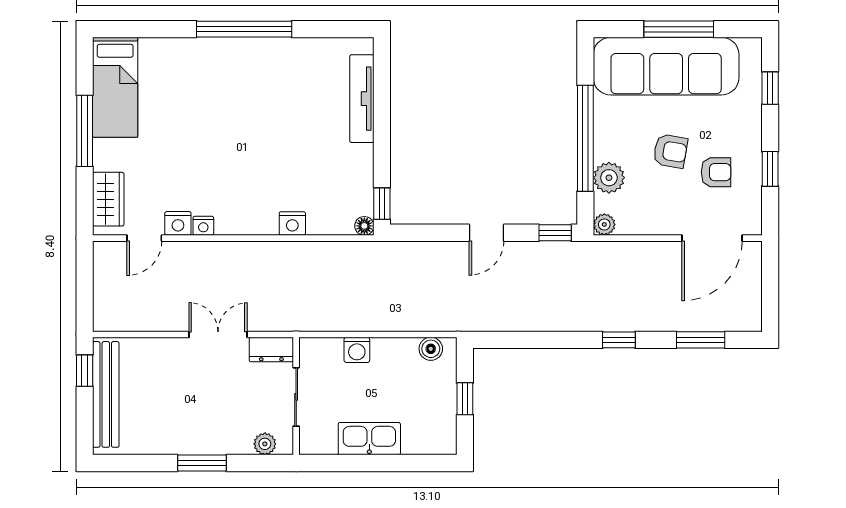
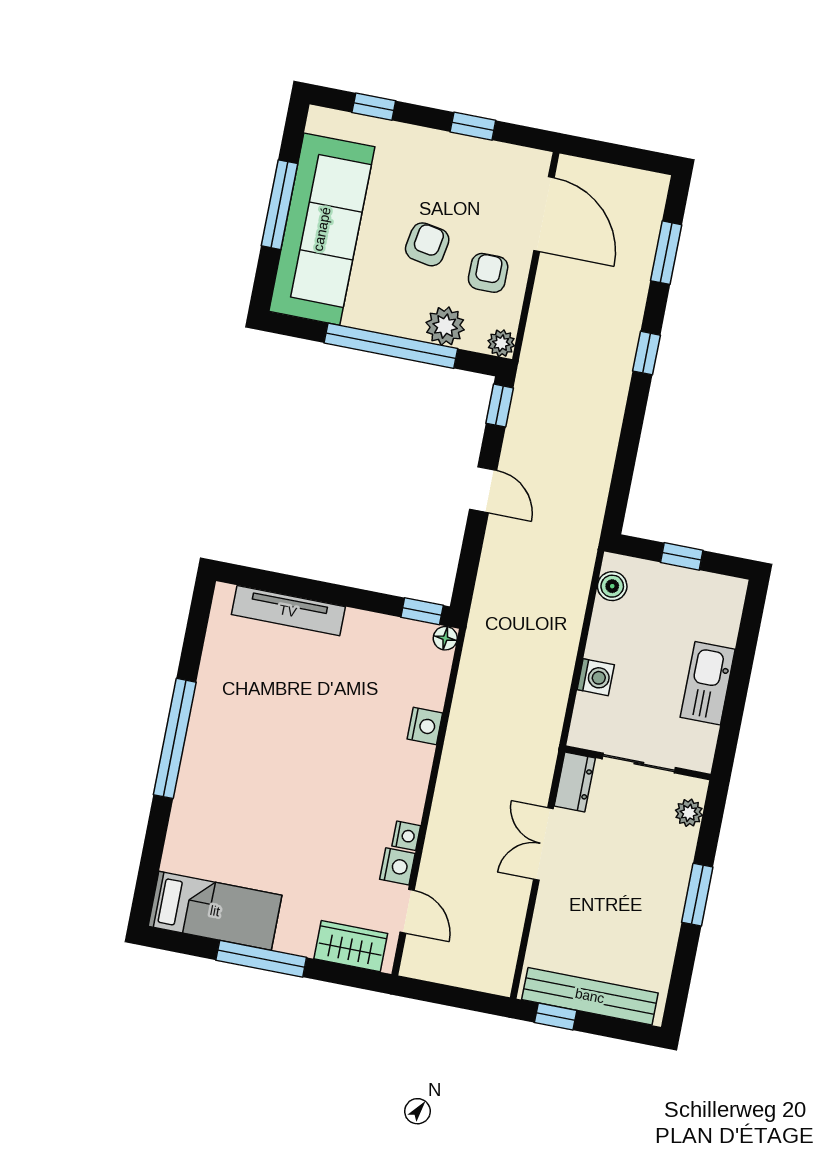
armchair: (716, 172) -> (488, 273), moved

